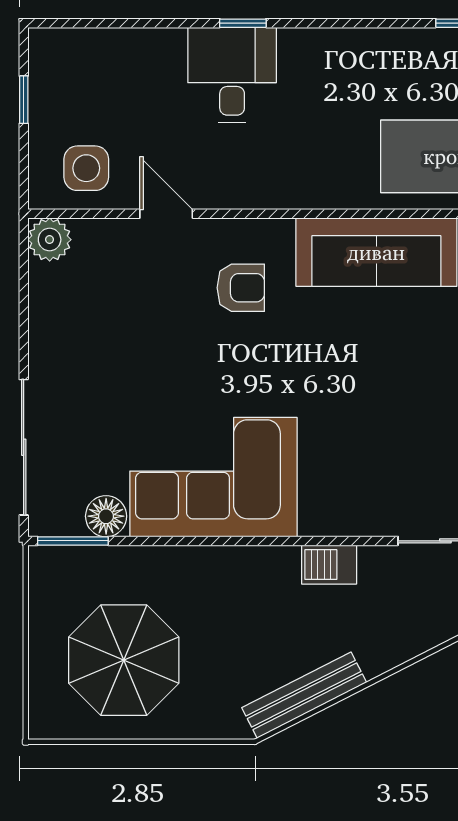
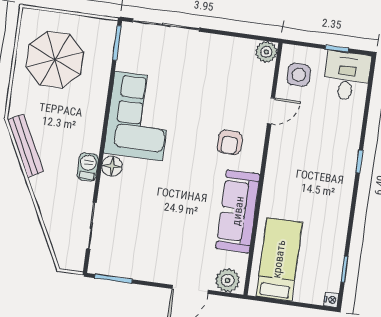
desk: (232, 75) -> (347, 76), moved, turned -90
floor lamp: (106, 516) -> (112, 166), moved

